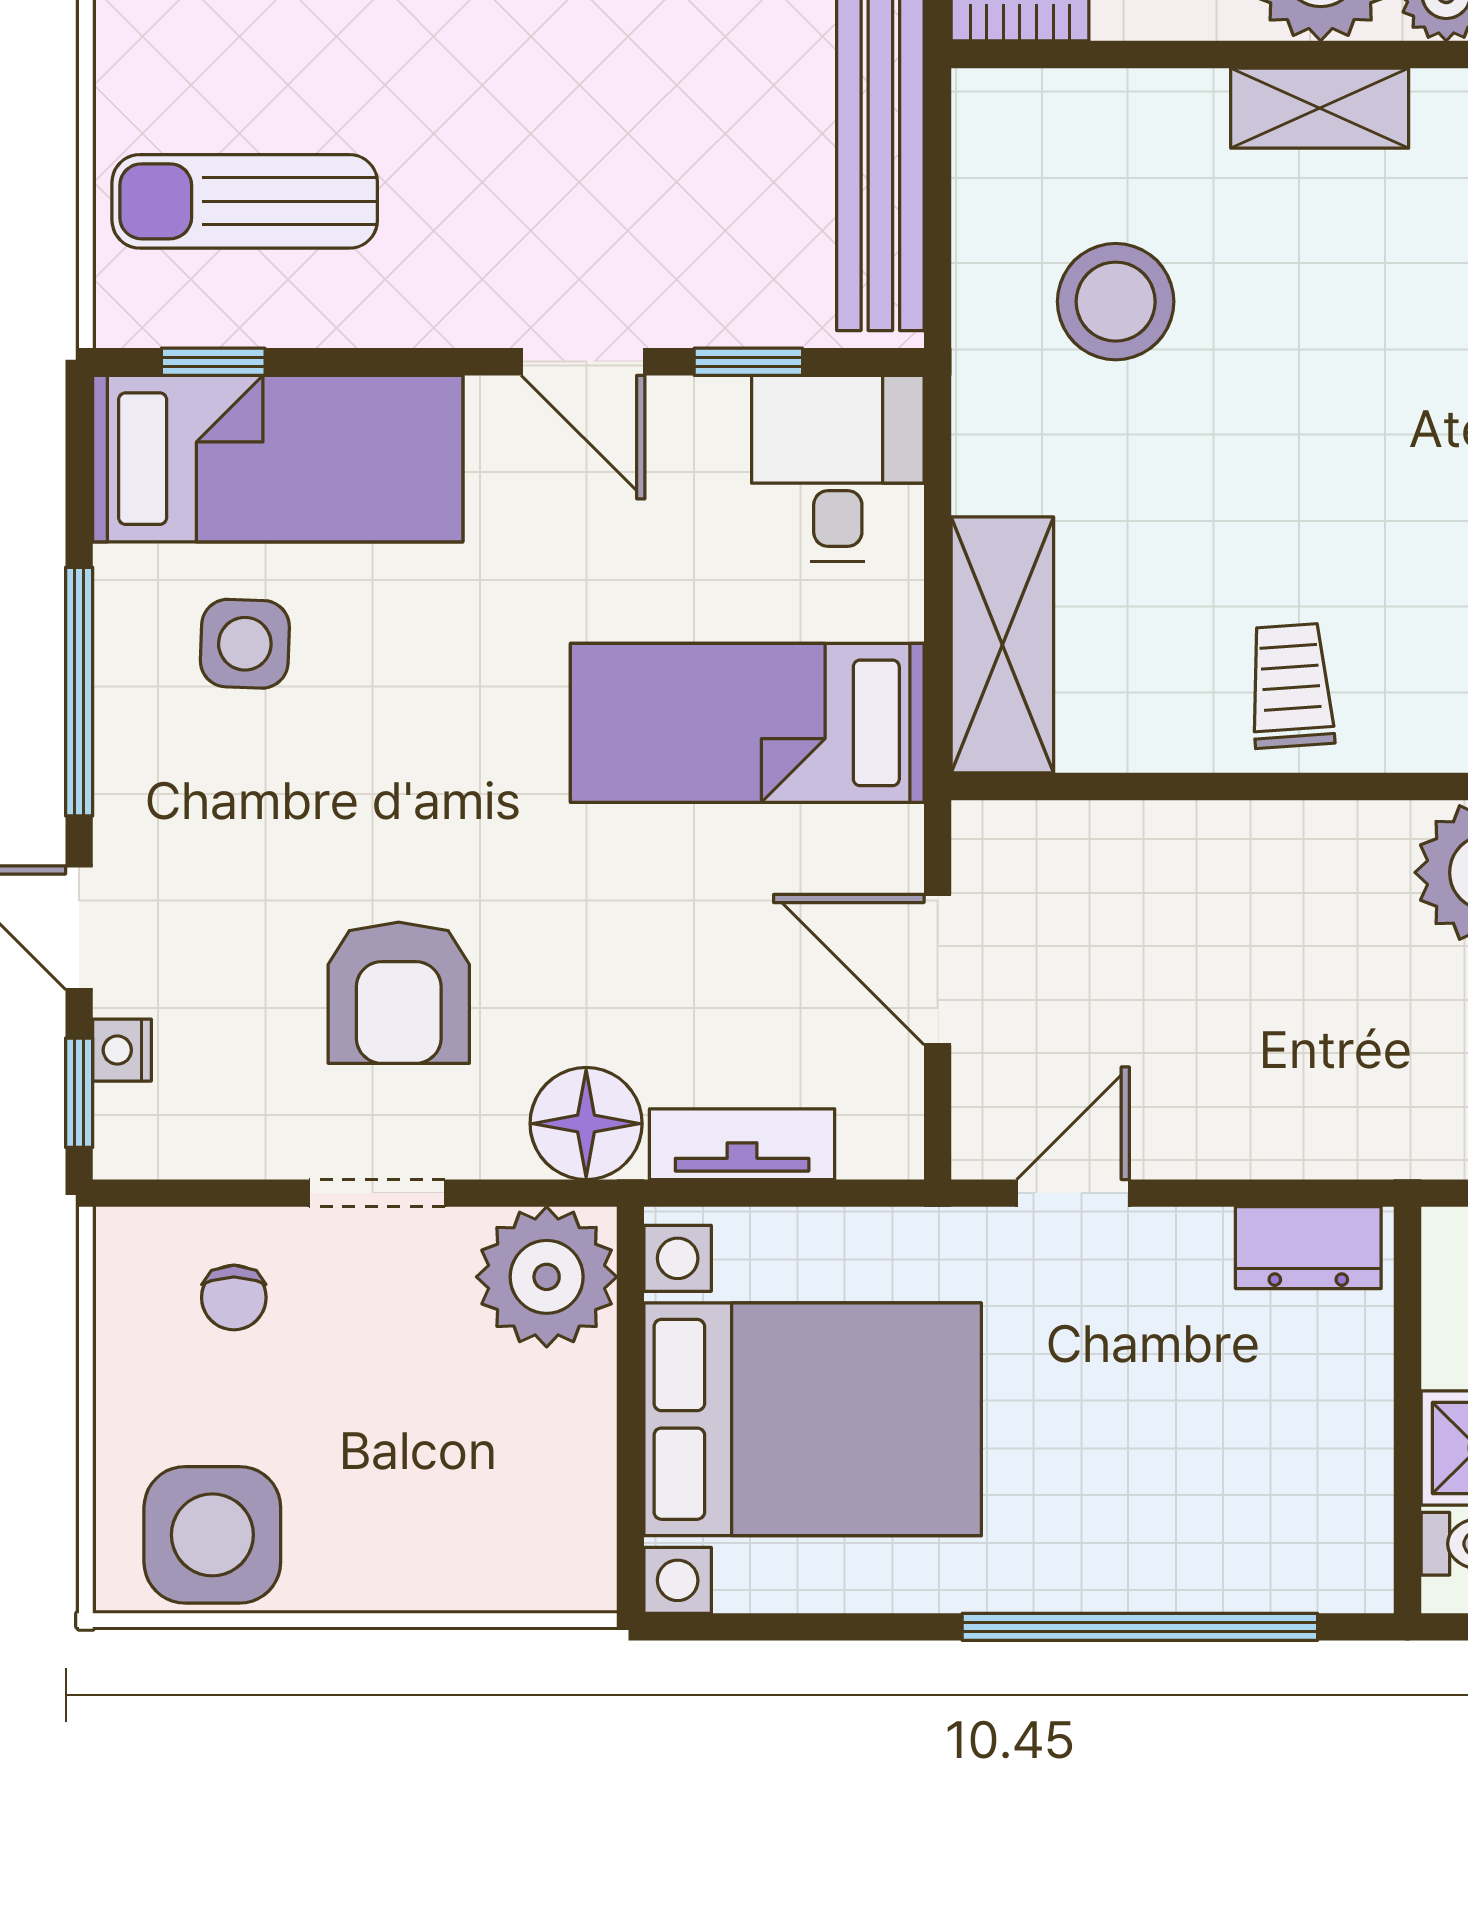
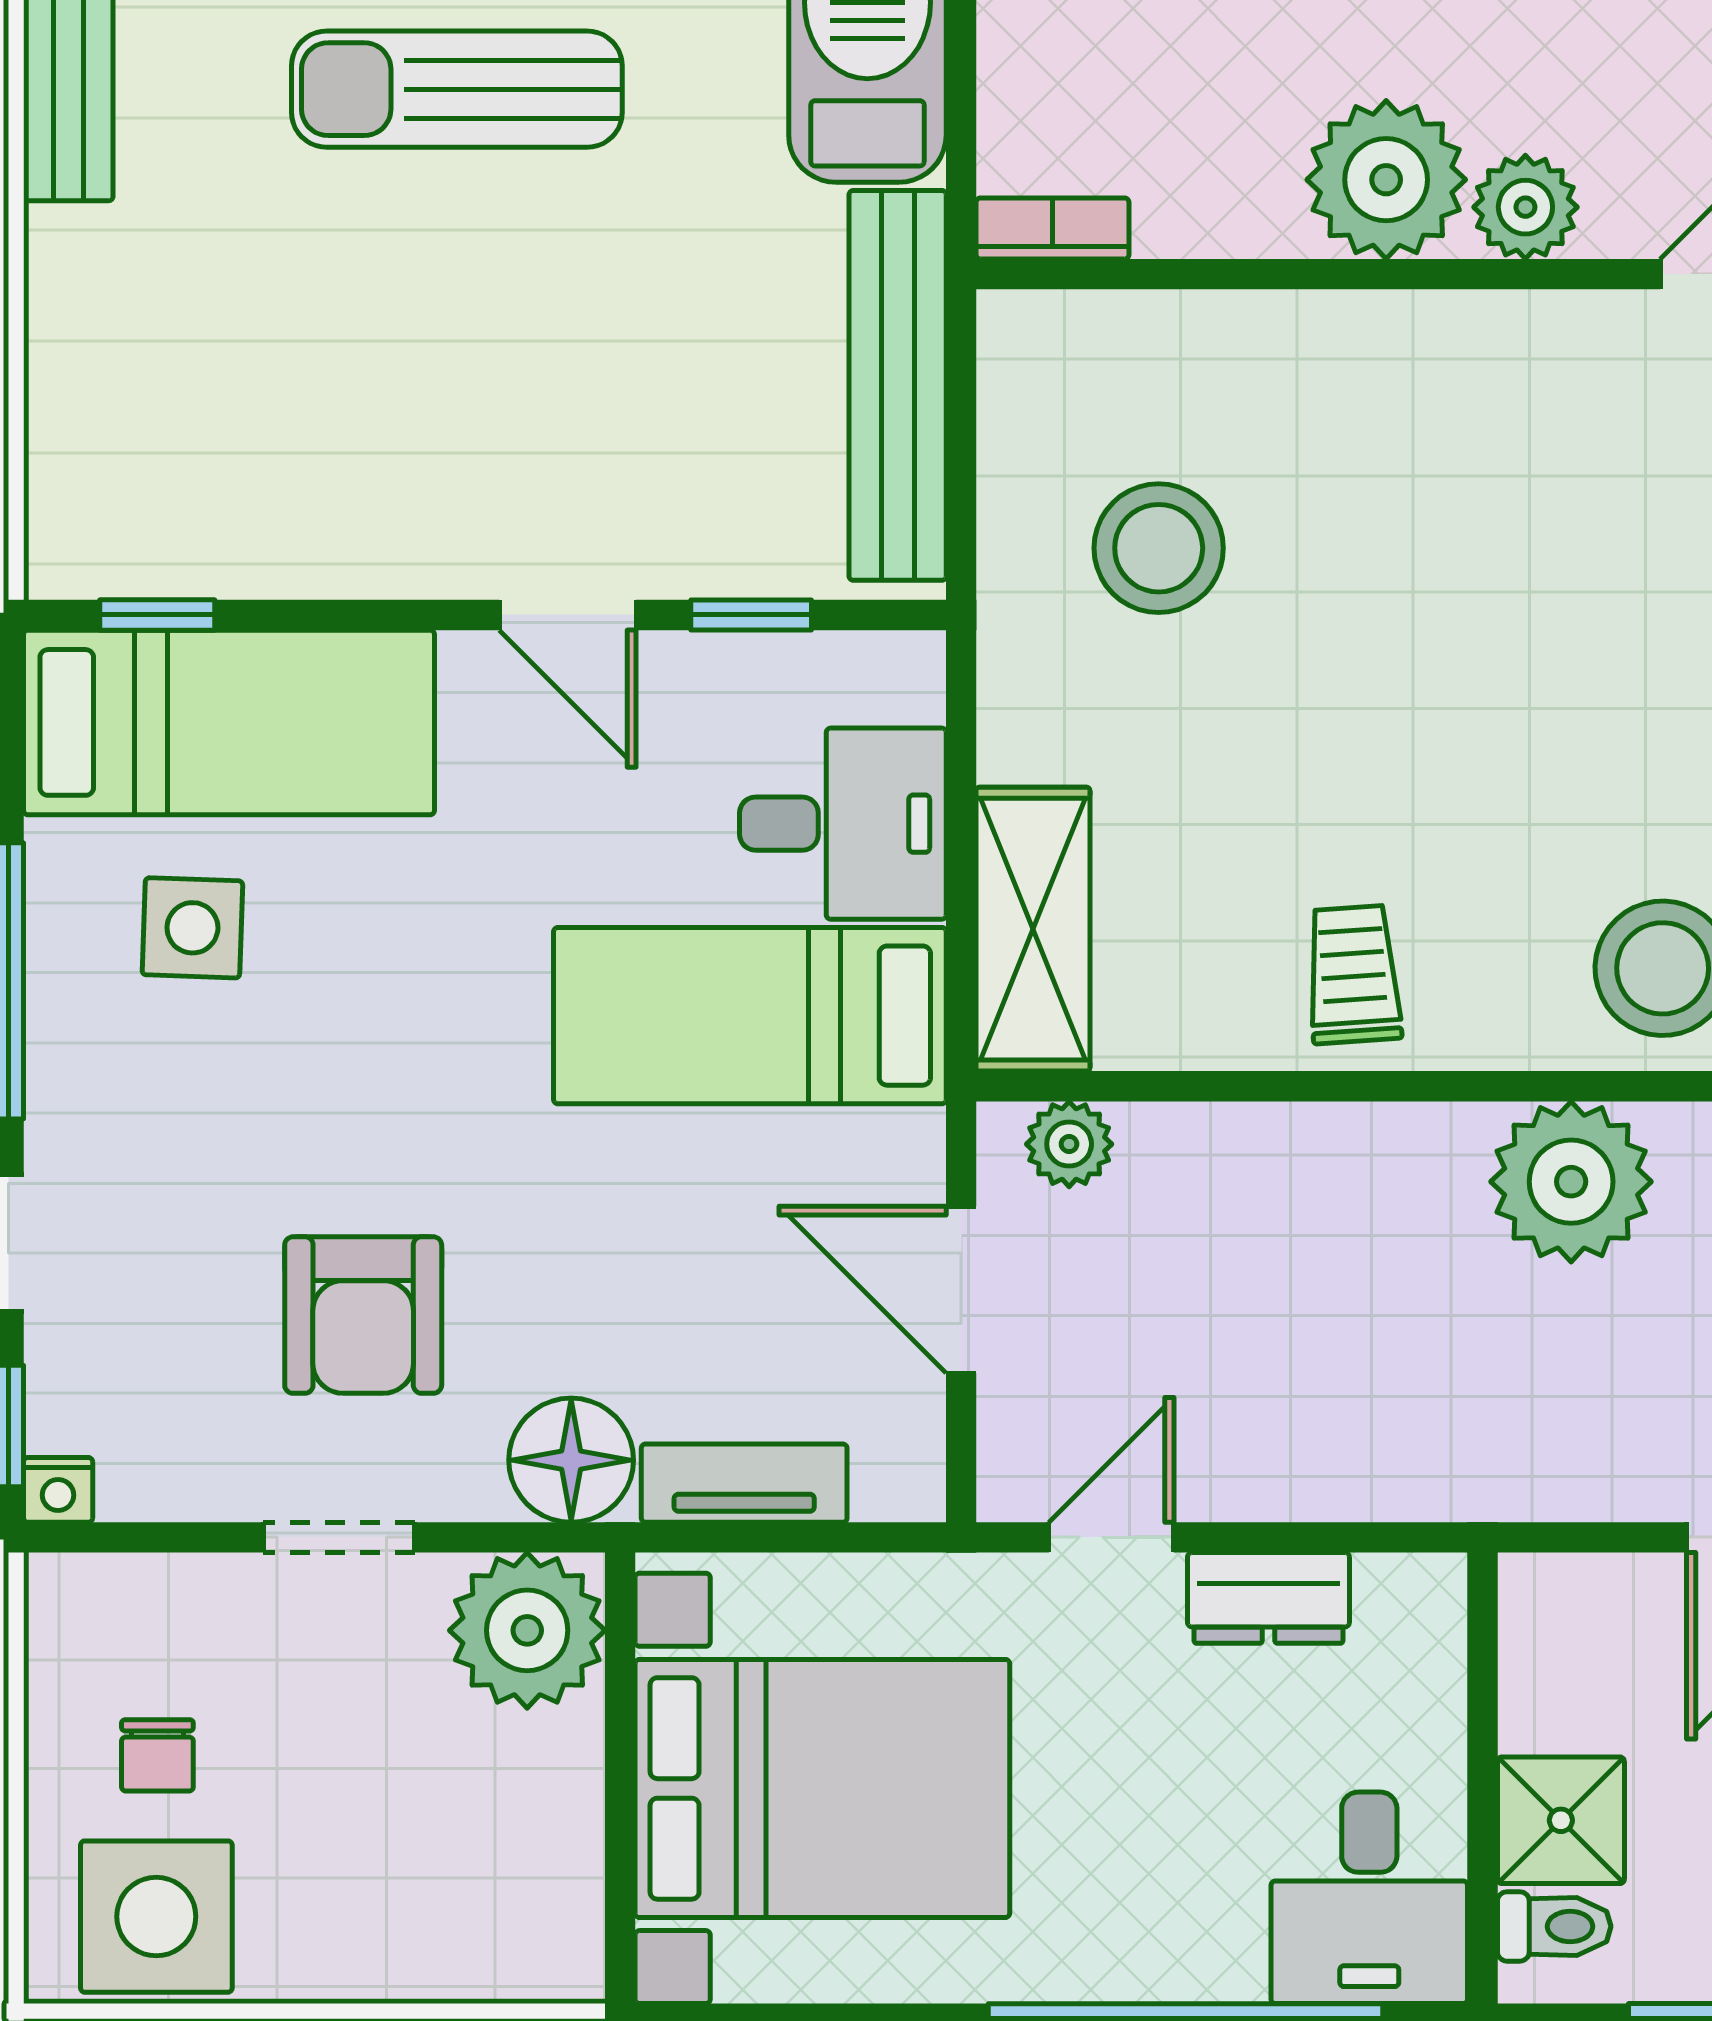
shelving: (1320, 108) -> (1385, 334), removed
sun lounger: (245, 201) -> (192, 437), removed
desk: (838, 468) -> (843, 824), moved, turned 90
plant: (1035, 839) -> (1069, 1144), added
nightstand: (122, 1050) -> (58, 1490), moved, turned -90
dresser: (1308, 1248) -> (1268, 1598), moved
chair: (234, 1298) -> (157, 1755), moved
desk: (1305, 1518) -> (1369, 1898), added

